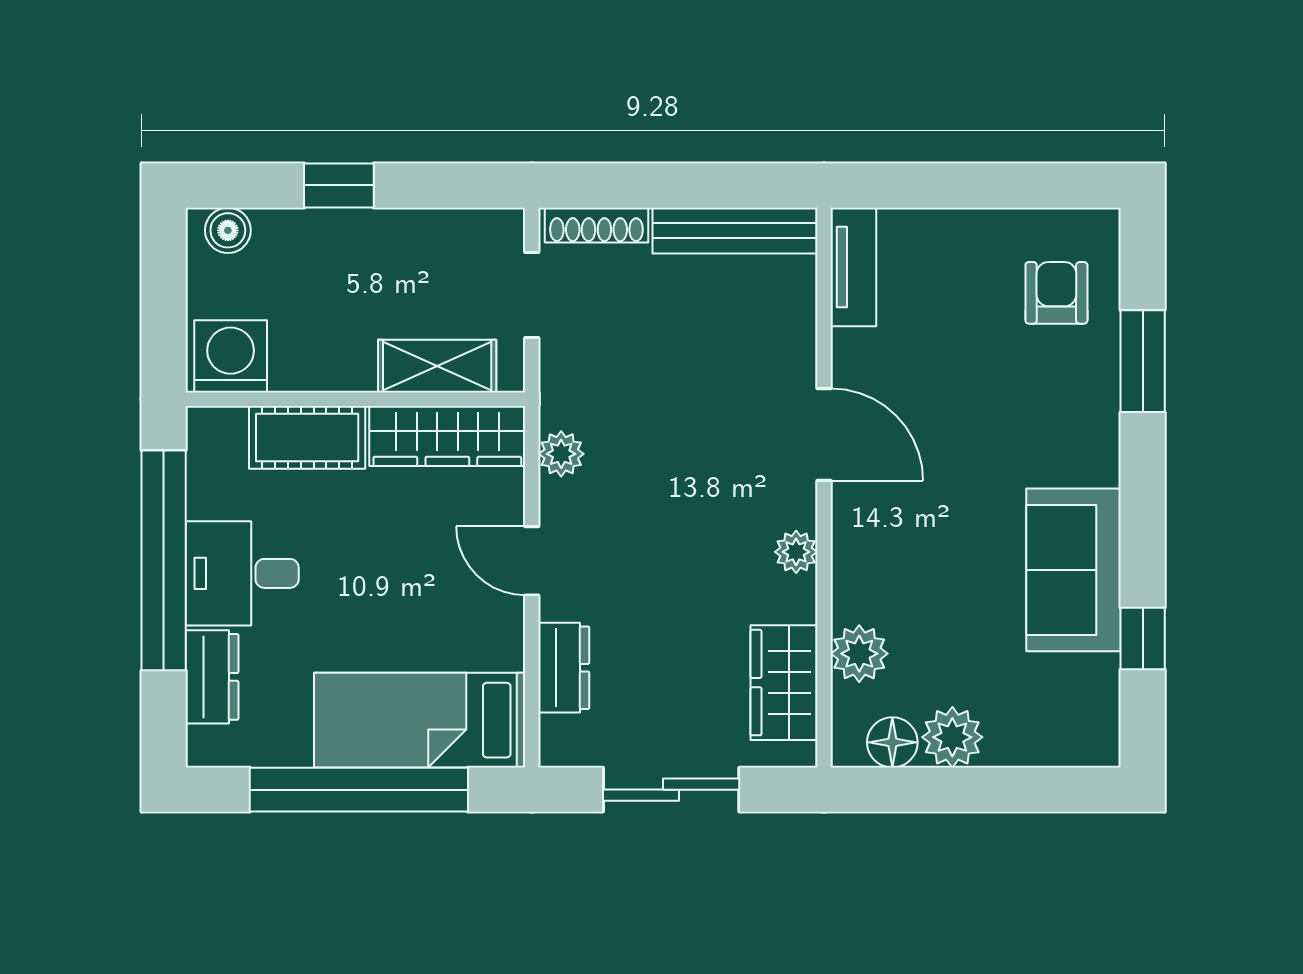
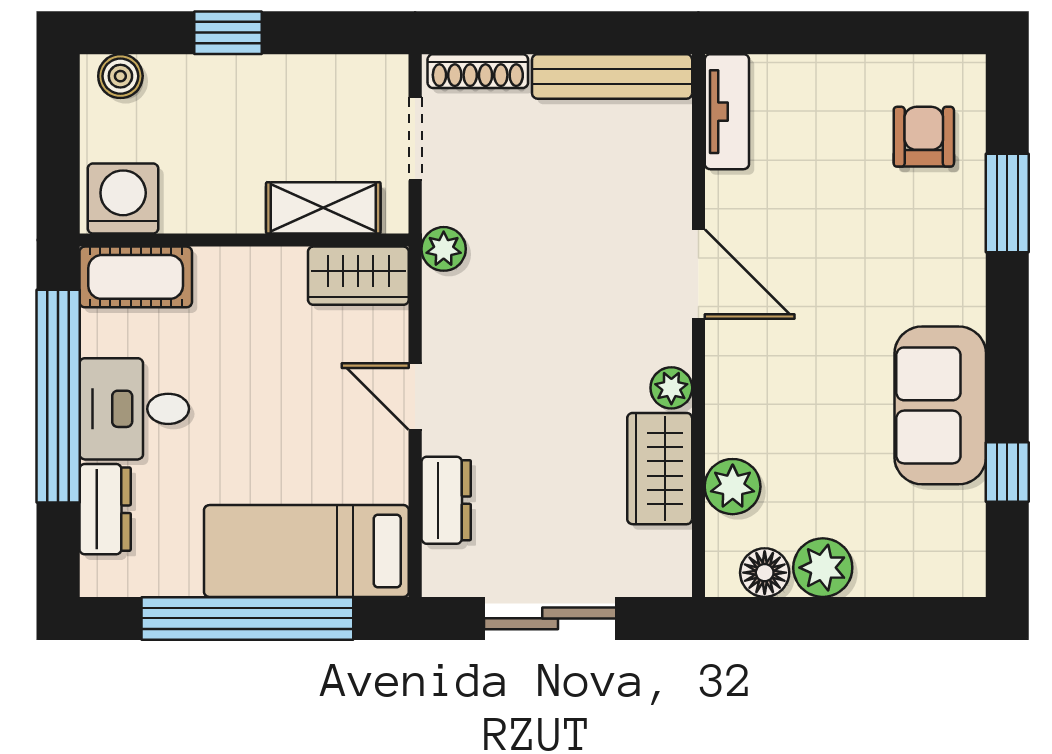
wardrobe: (447, 436) -> (358, 276), width x0.67
cot: (307, 437) -> (136, 277), moved
plant: (561, 454) -> (444, 249), moved
wardrobe: (784, 683) -> (660, 469), moved

